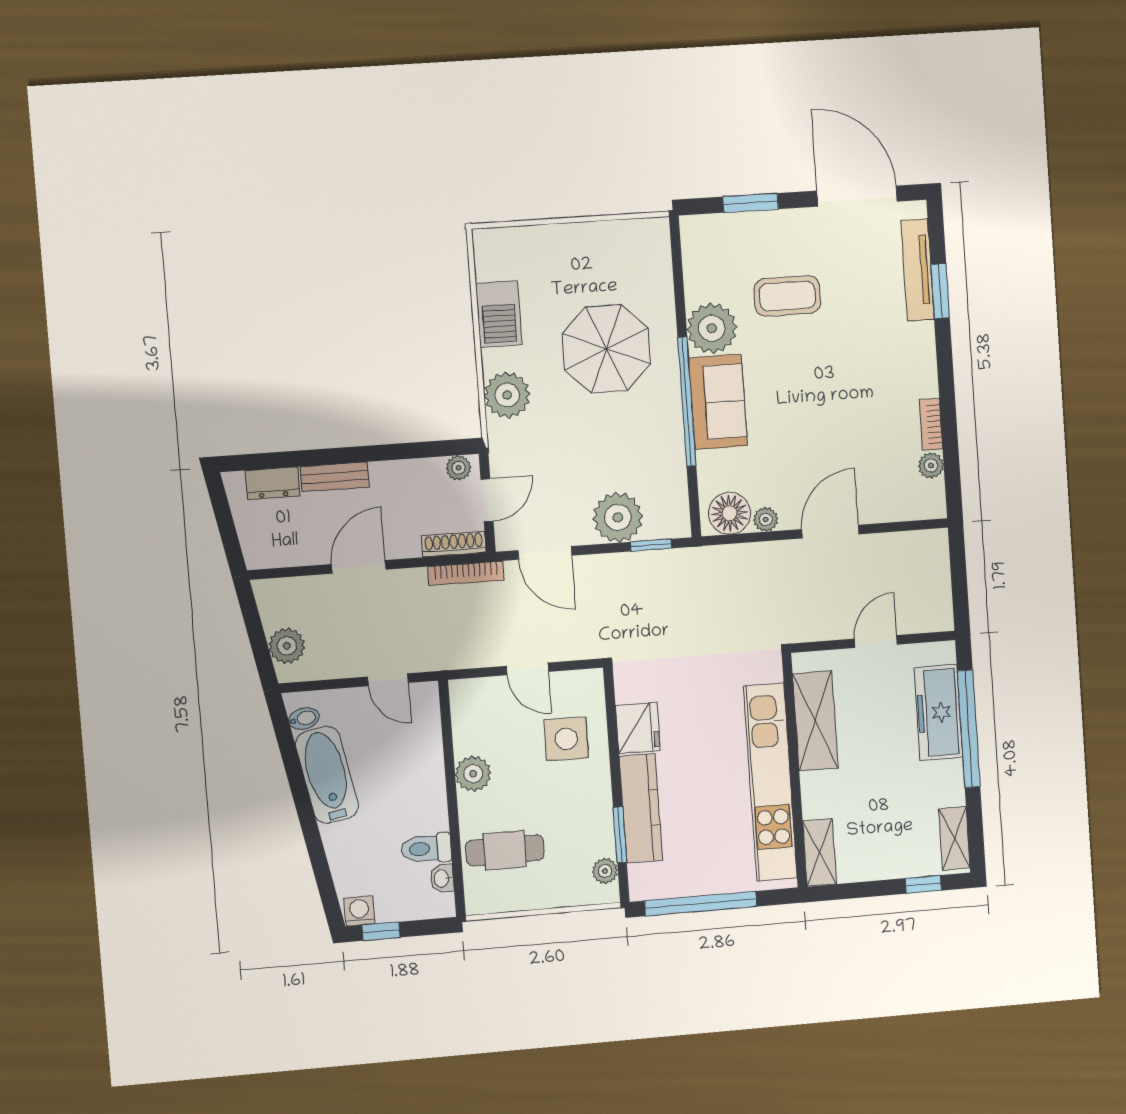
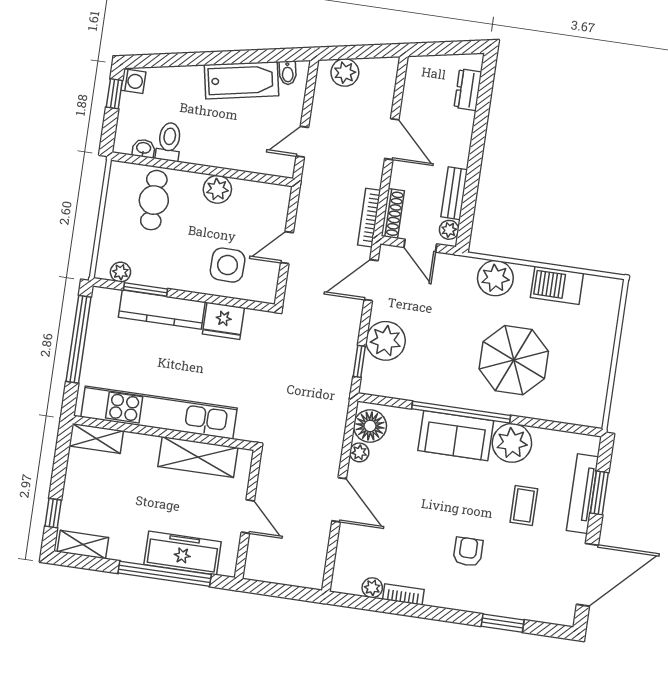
tv unit: (918, 270) -> (582, 494), moved, turned -90
coffee table: (787, 296) -> (524, 505), width x0.73, depth x0.77
armchair: (860, 354) -> (468, 552), added
bench: (335, 477) -> (454, 193), moved

